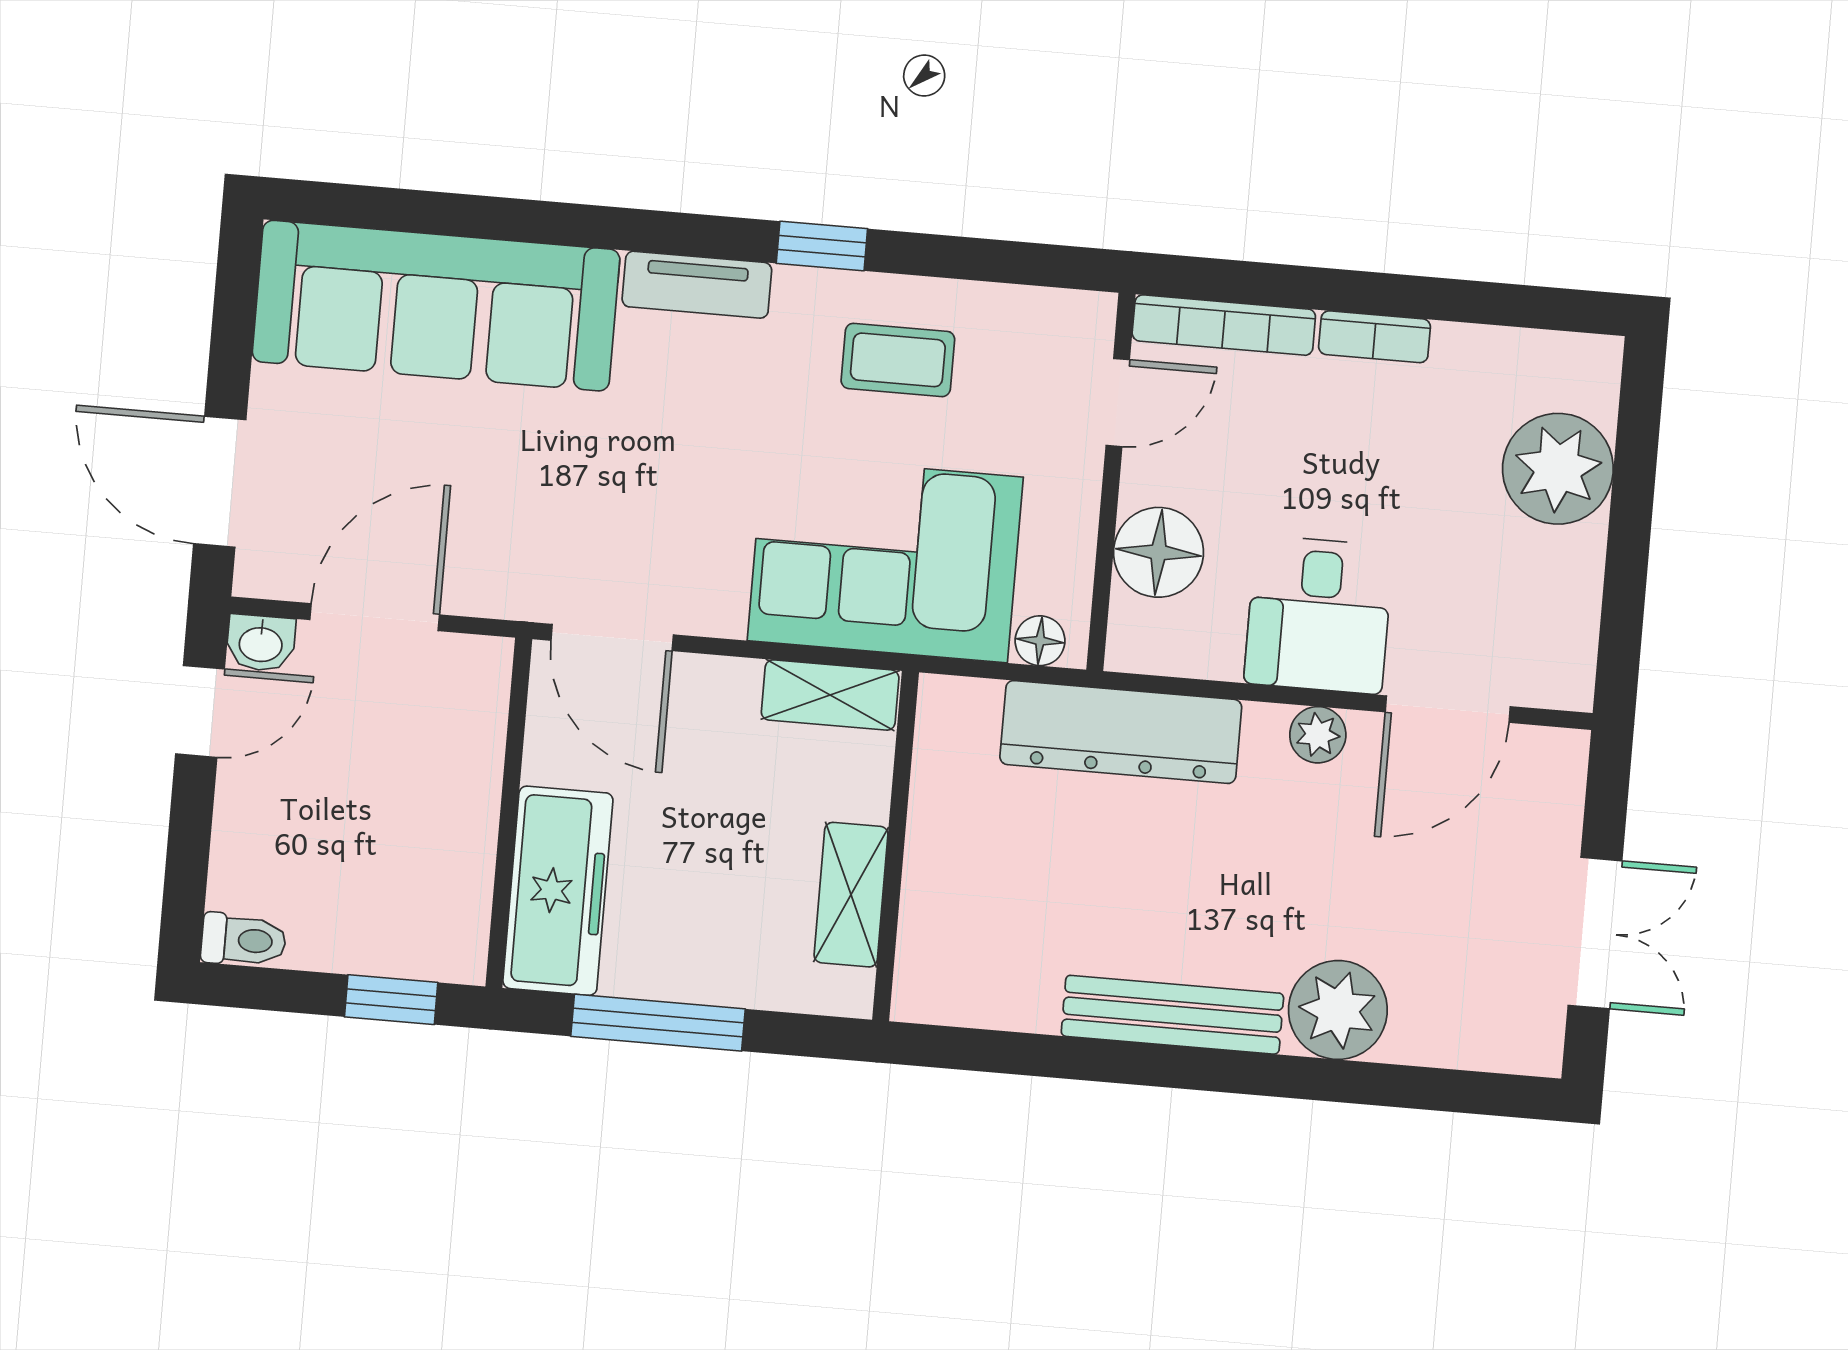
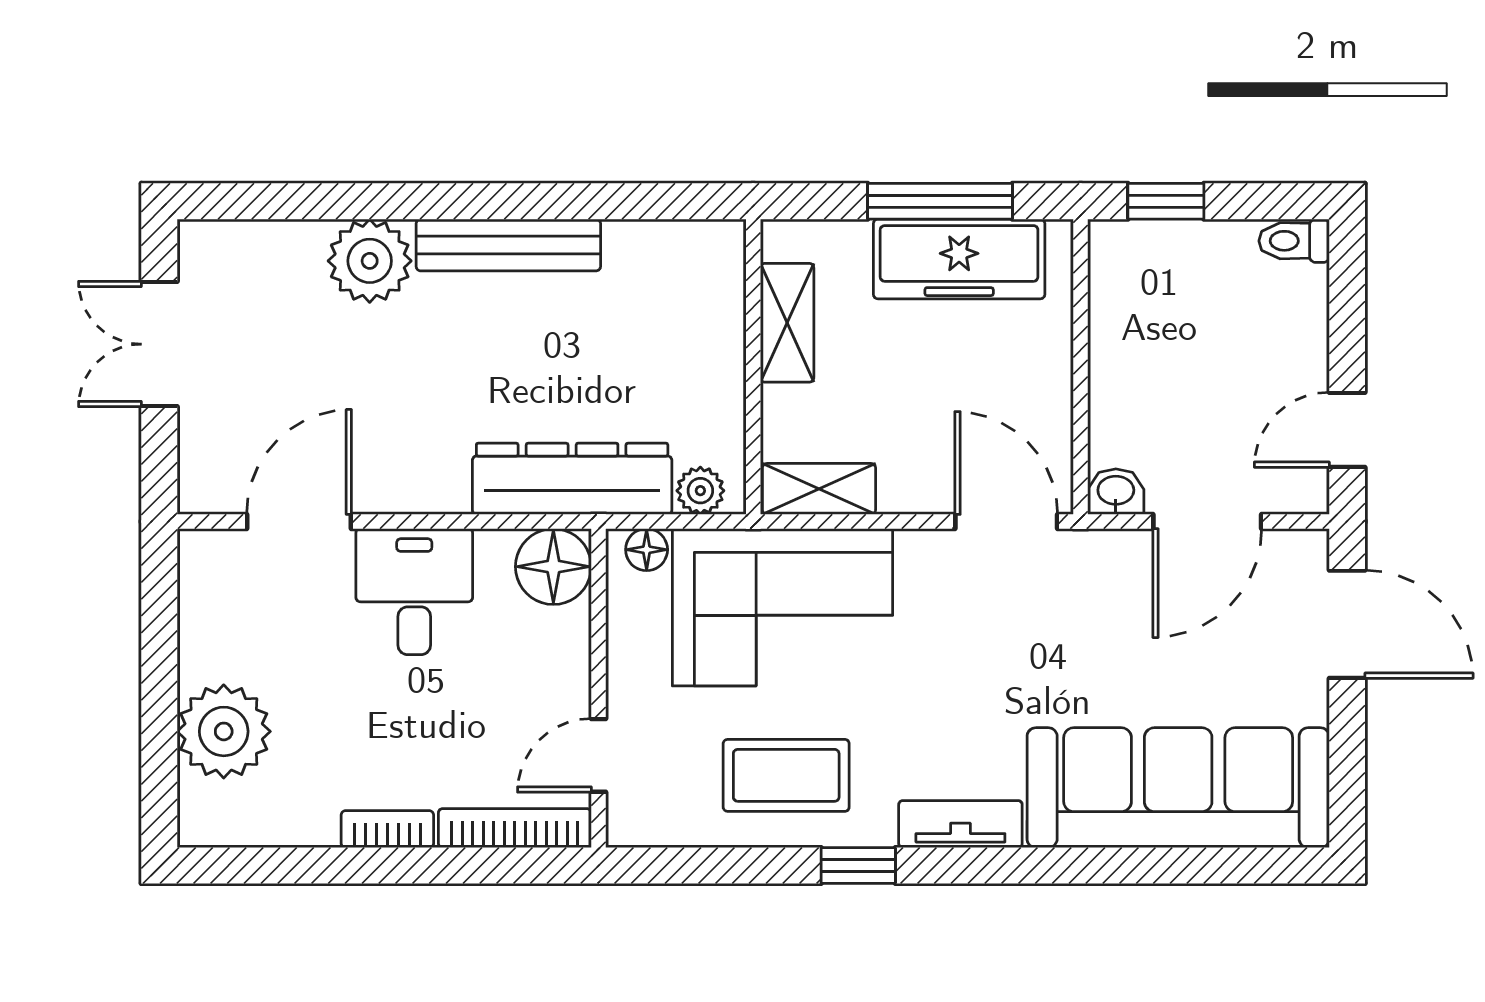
coffee table: (898, 360) -> (786, 775), width x1.36, depth x1.30
floor lamp: (1158, 552) -> (553, 567), moved
washbasin: (261, 643) -> (1116, 492), moved
plant: (1318, 735) -> (700, 491), moved
freezer: (558, 891) -> (959, 259), moved, turned -90

